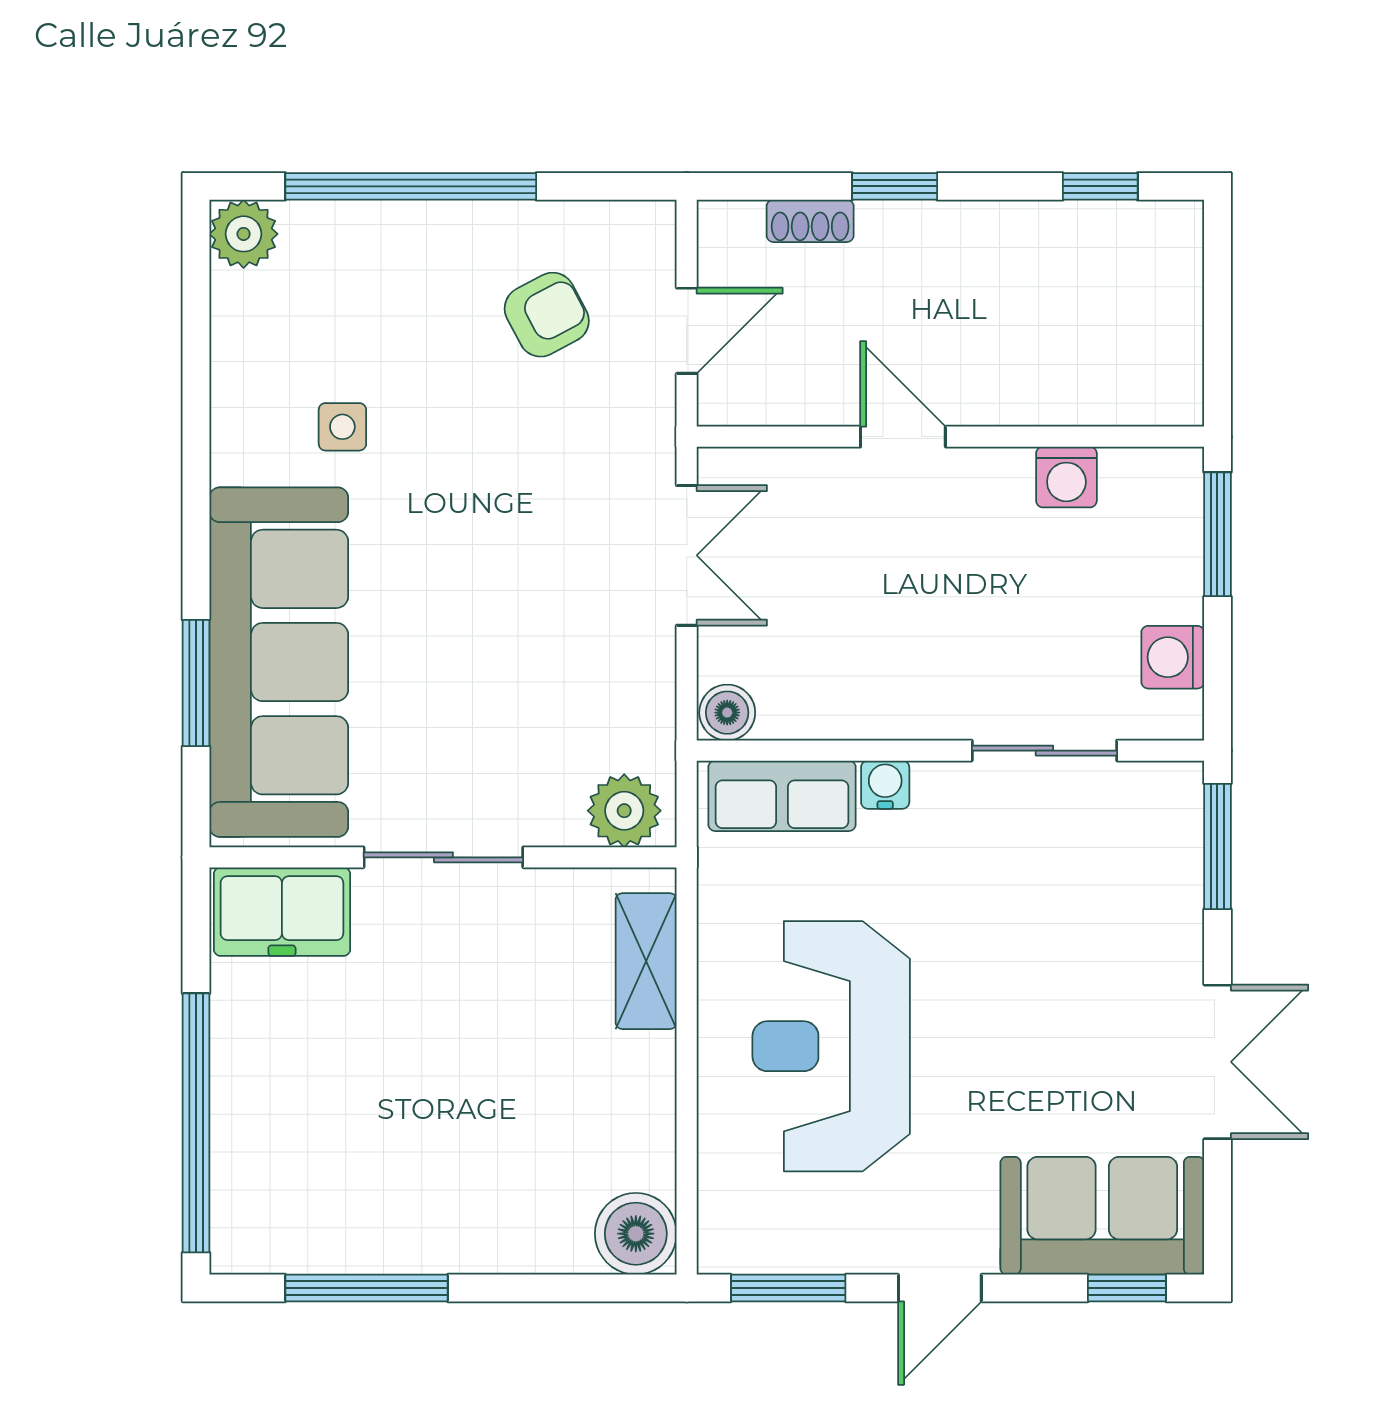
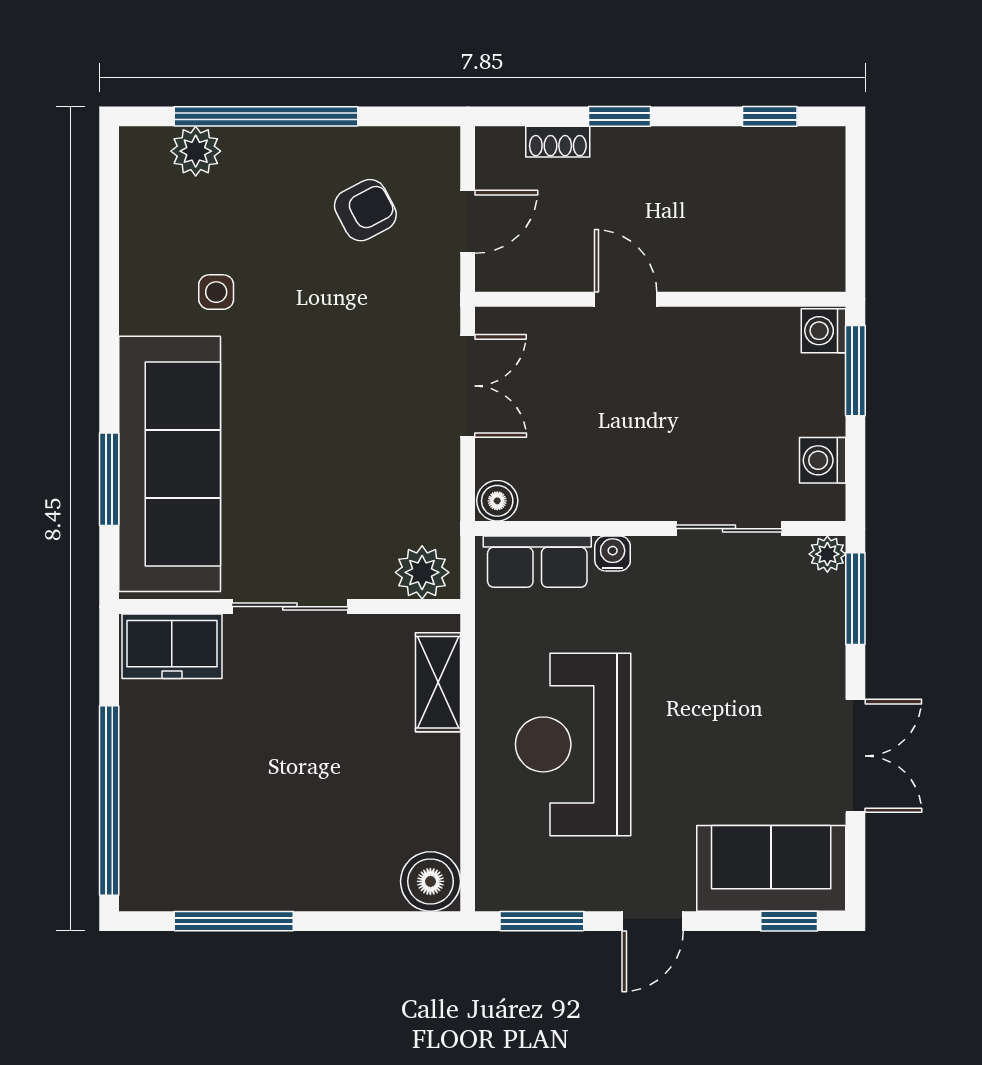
plant: (244, 234) -> (196, 151), moved
washing machine: (1066, 477) -> (823, 331), moved, turned 90
plant: (1179, 785) -> (827, 554), added

